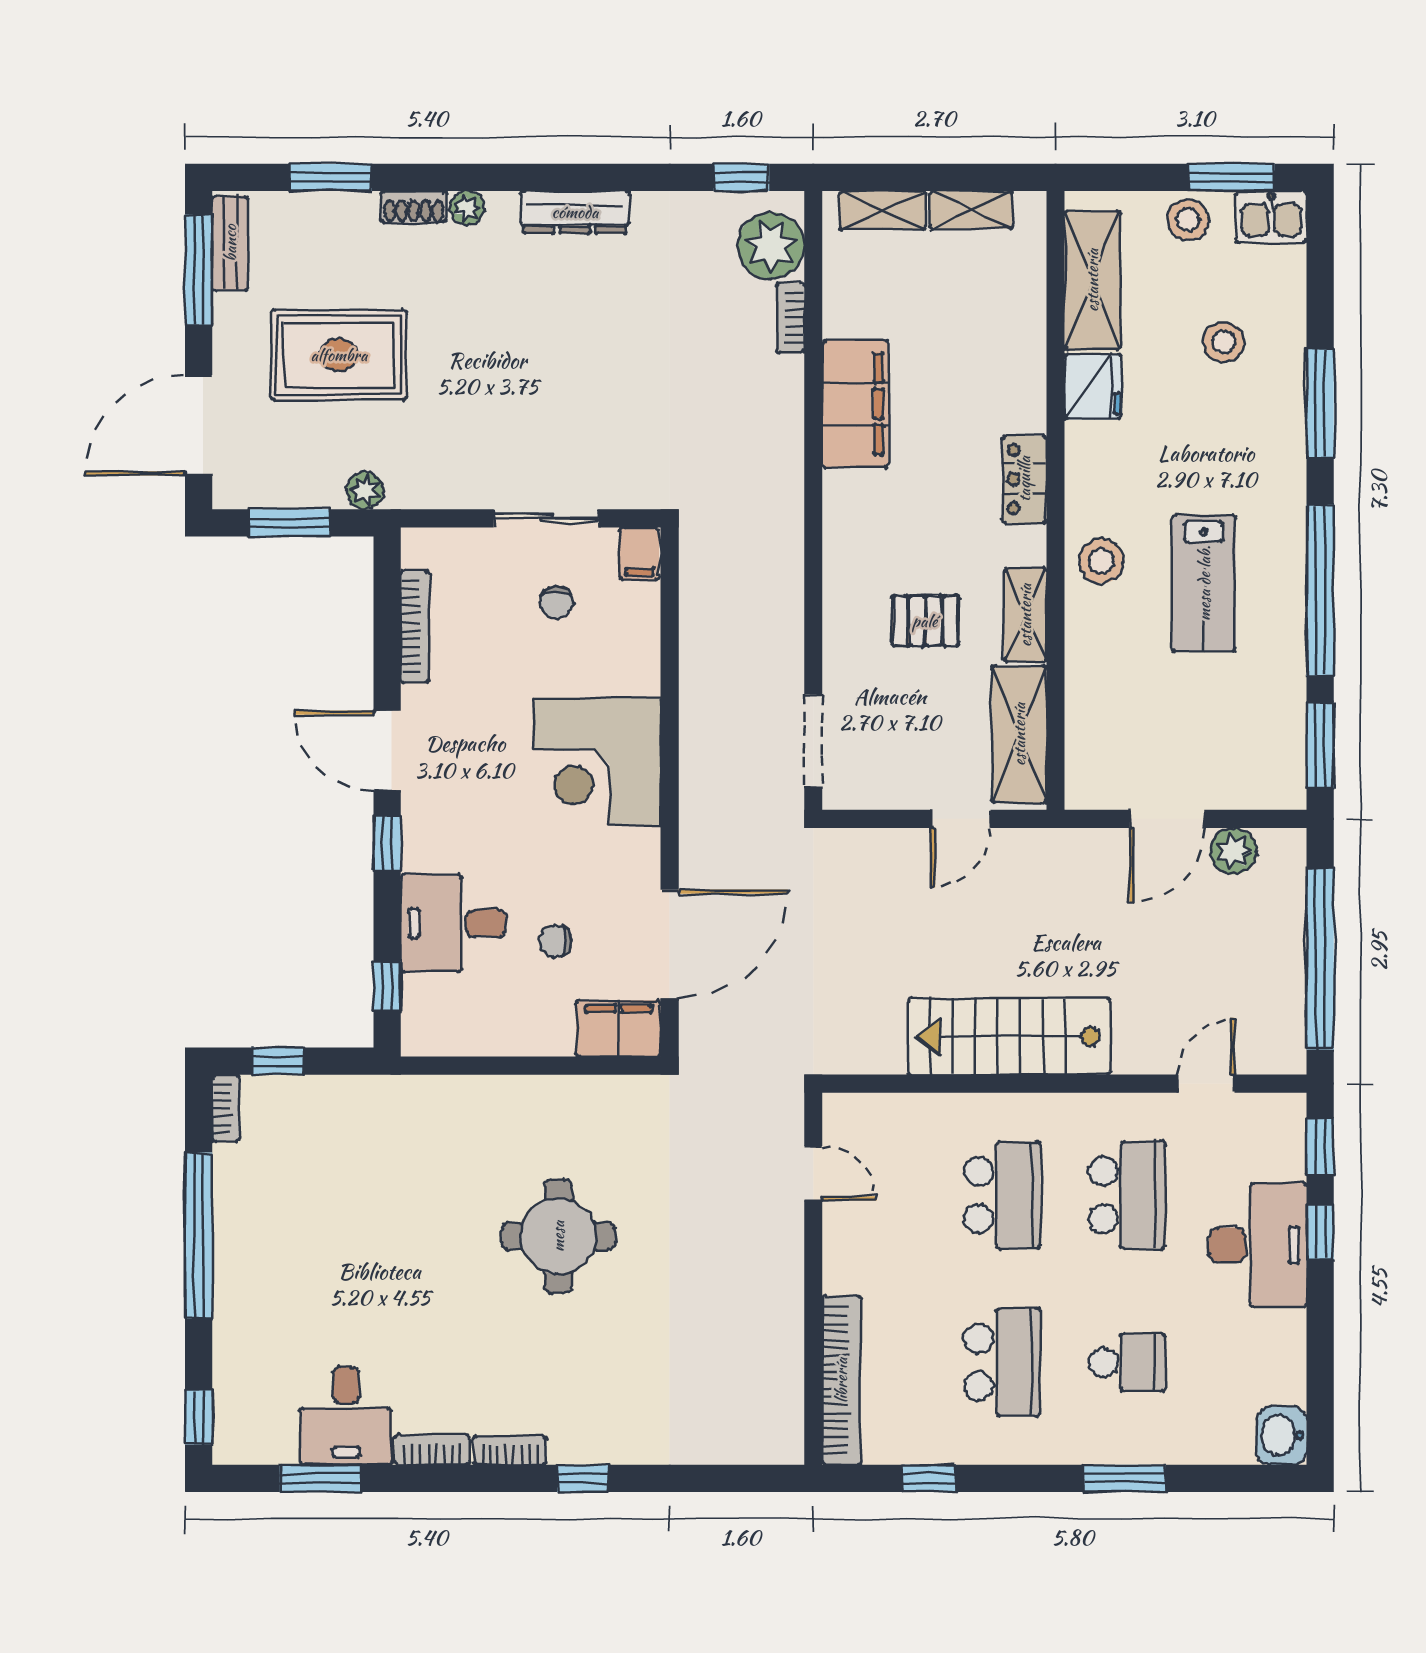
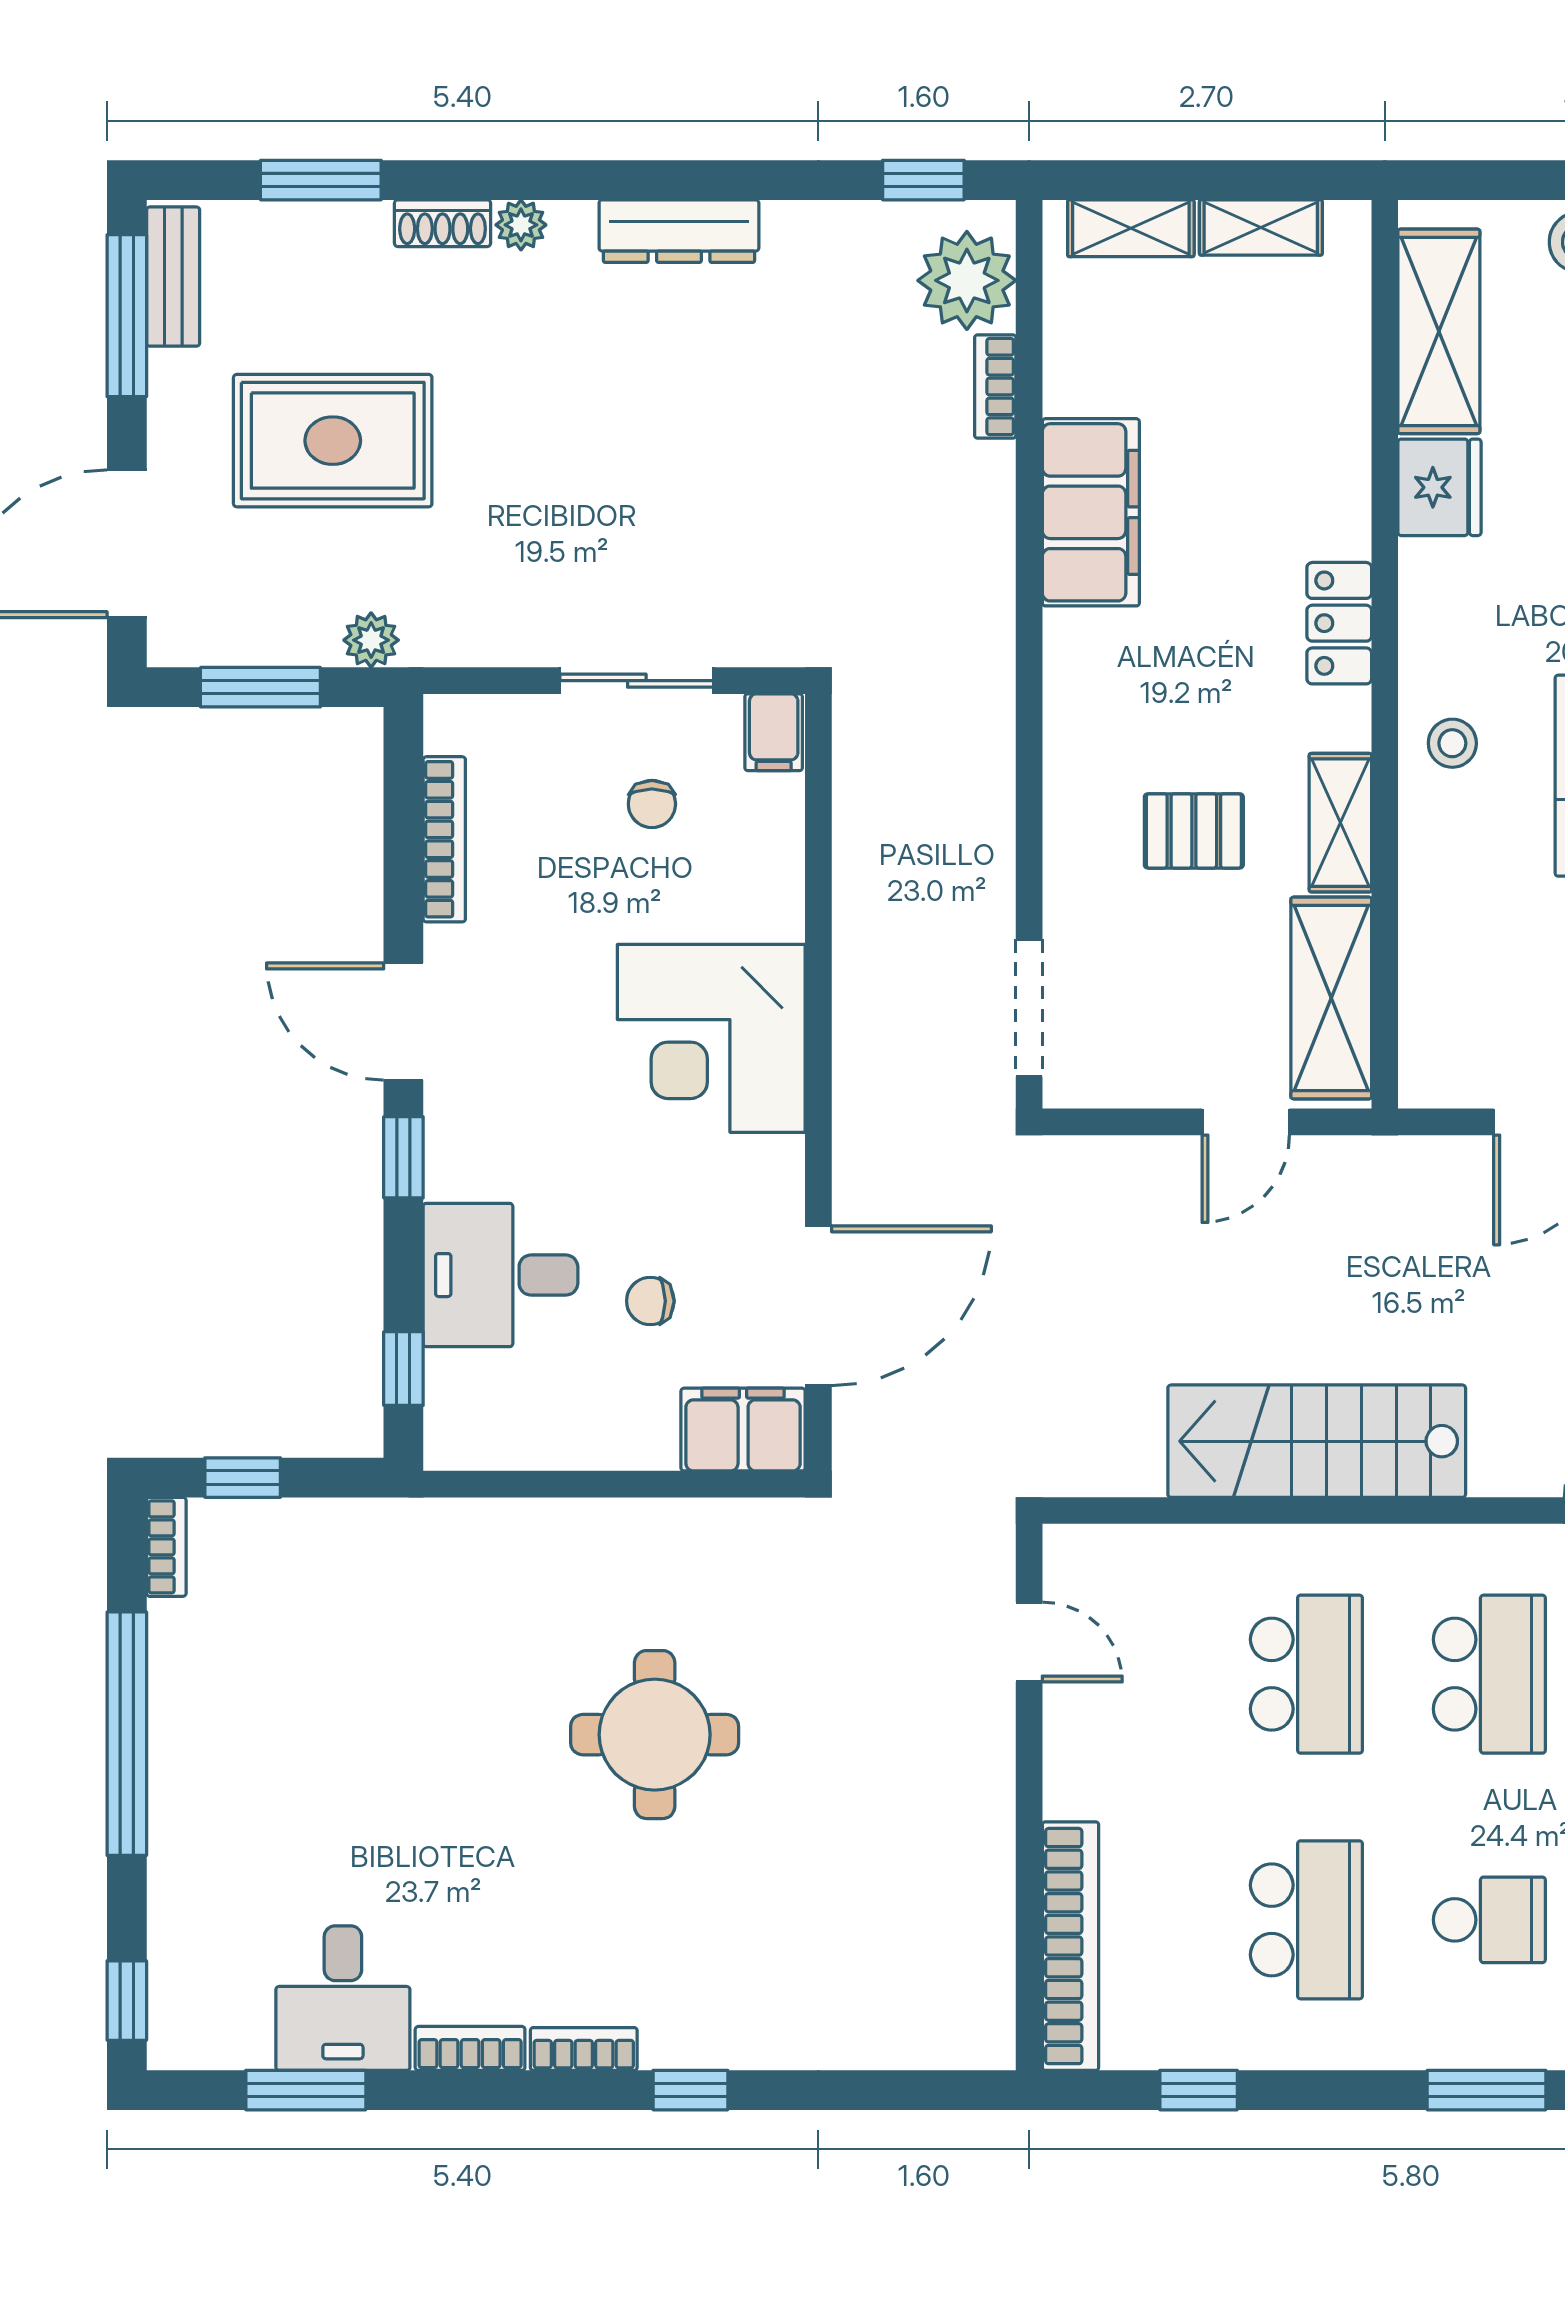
stool: (1102, 561) -> (1452, 743), width x0.73, depth x0.73

